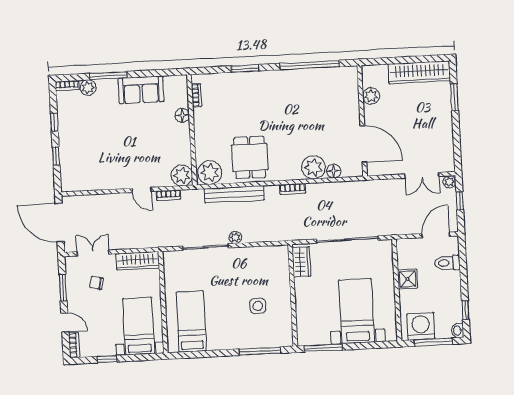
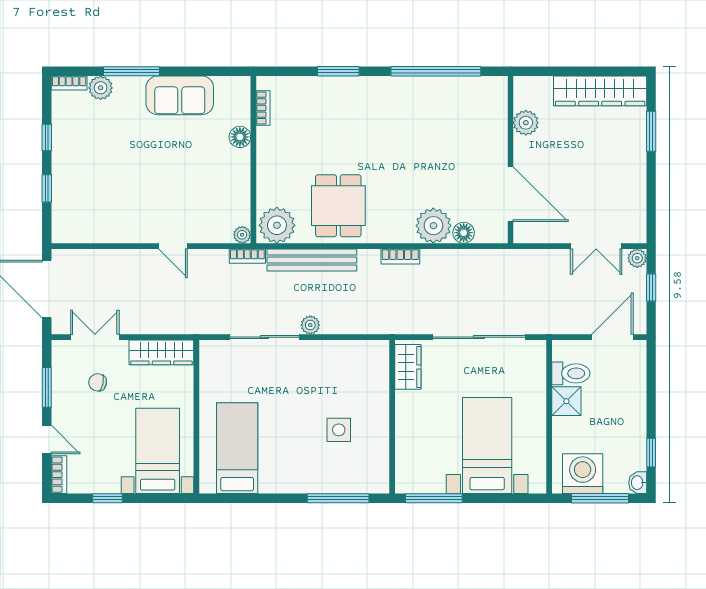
plant: (182, 175) -> (242, 235), width x0.53, depth x0.53
bookcase: (168, 195) -> (247, 256), moved
toilet: (447, 263) -> (571, 373), moved, turned 180

